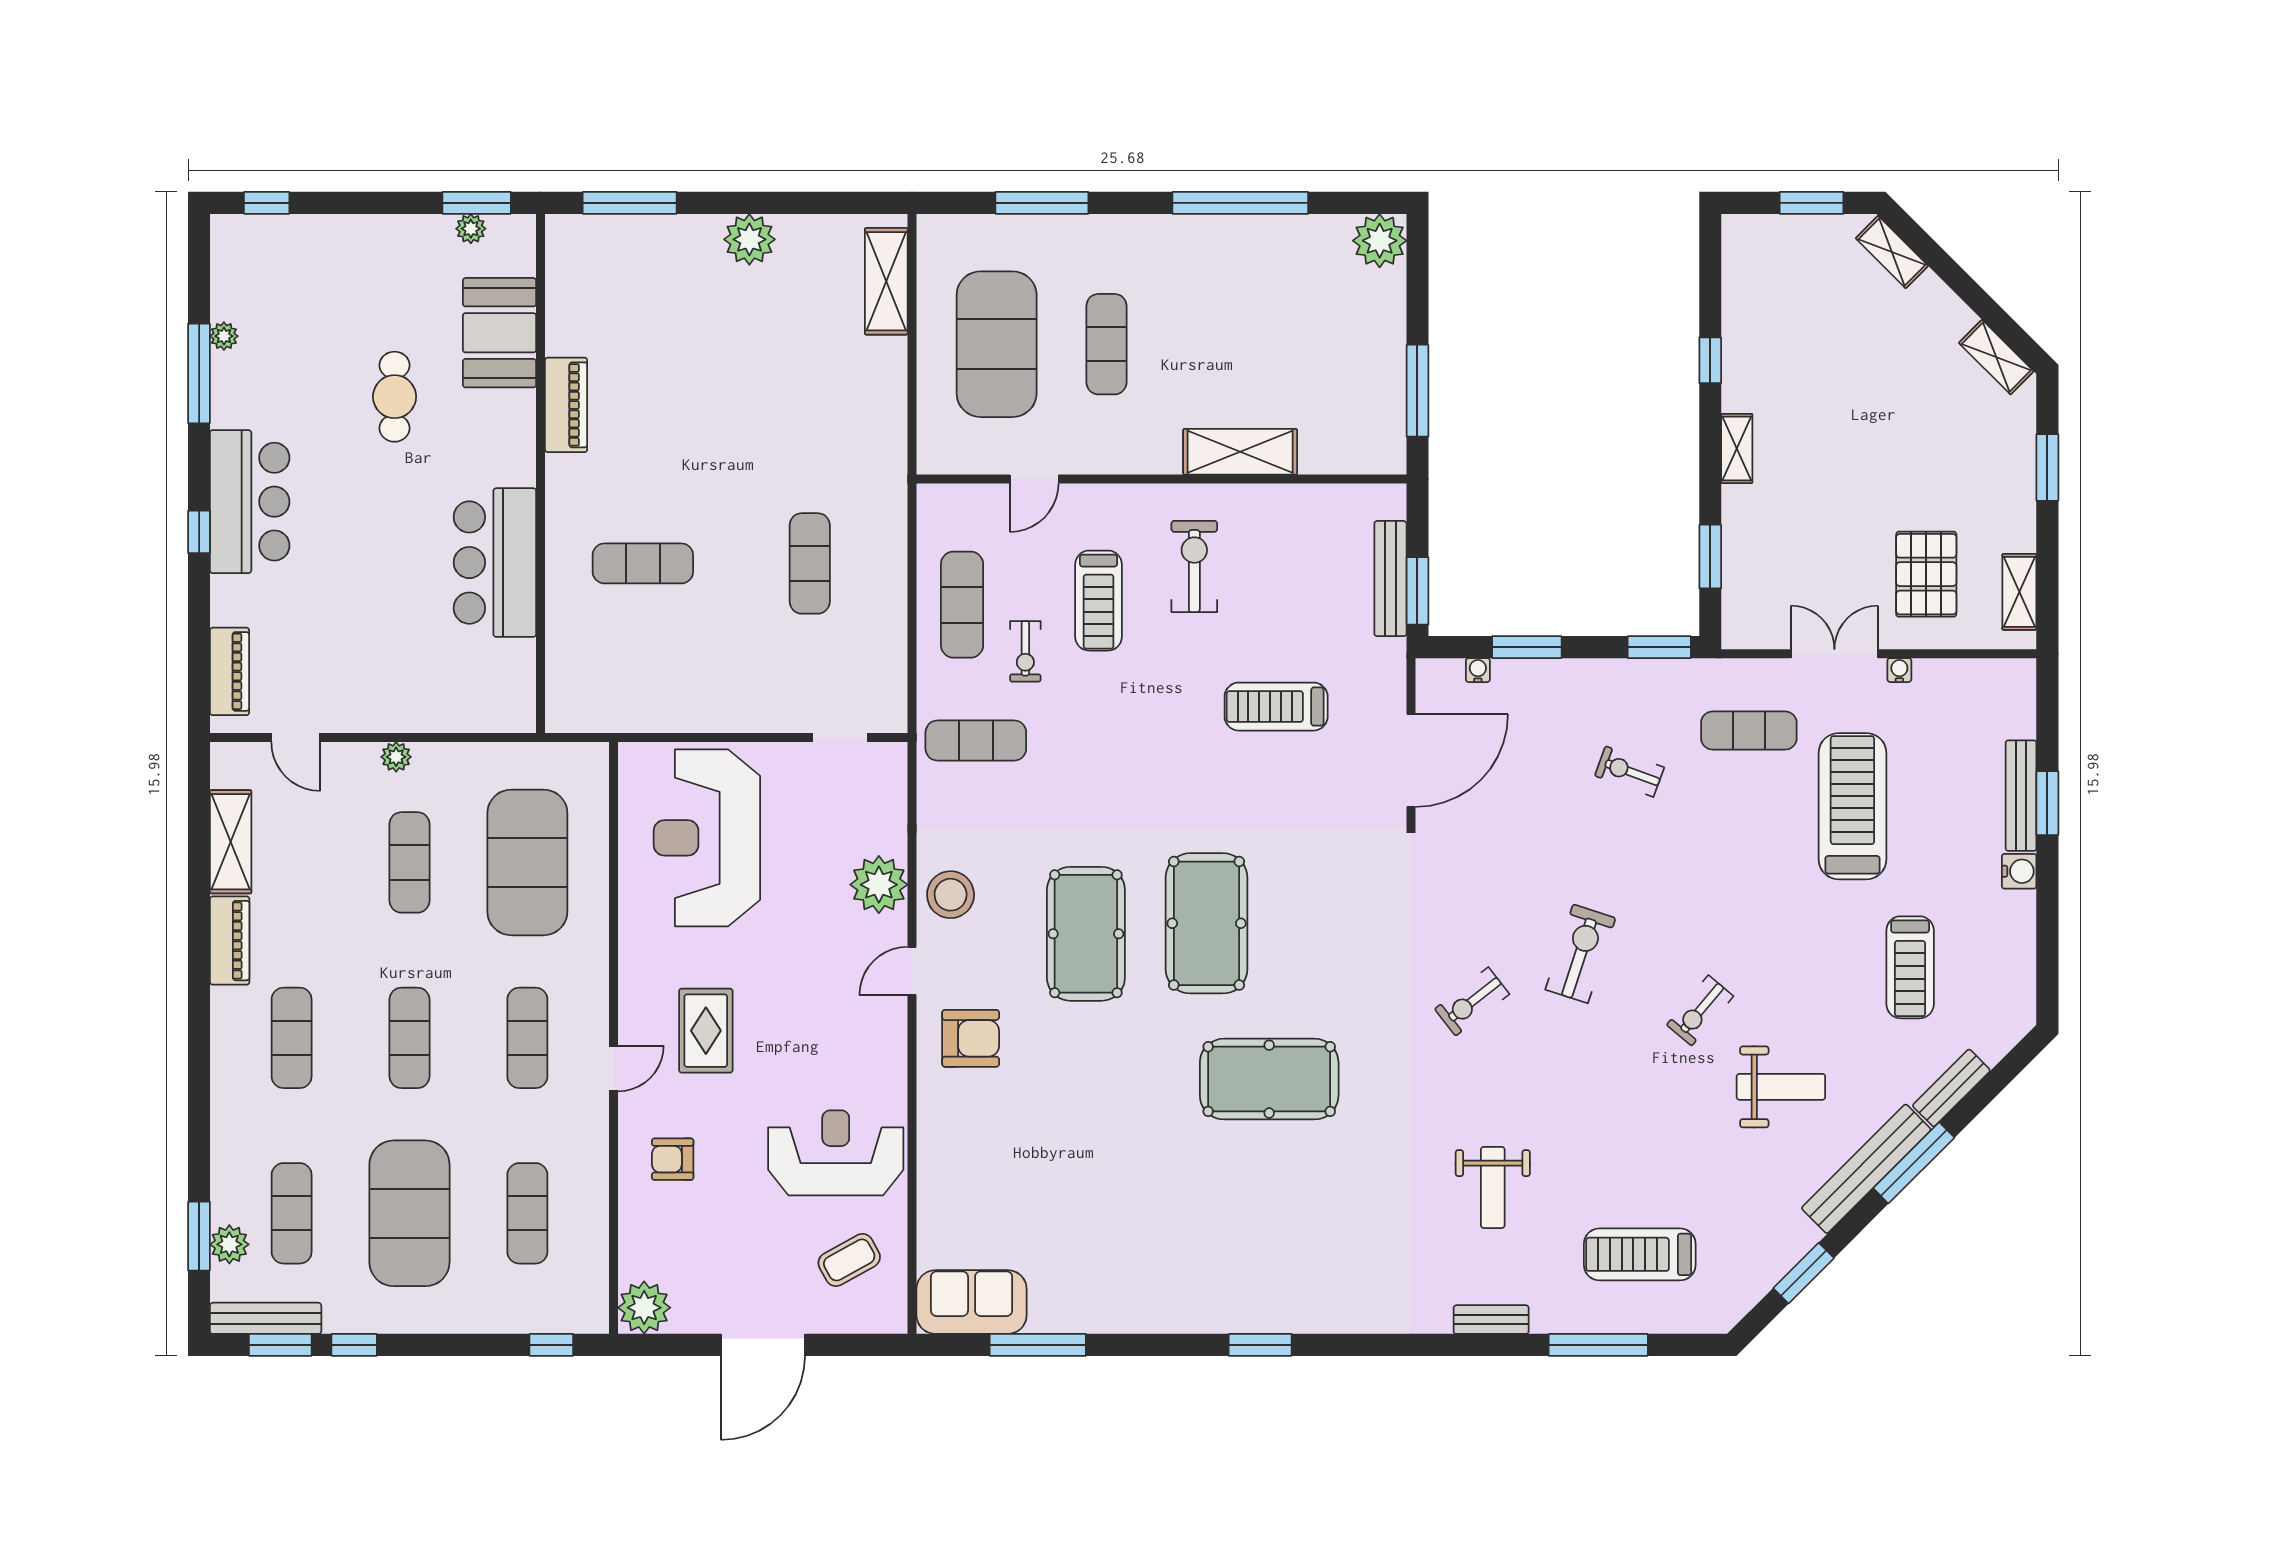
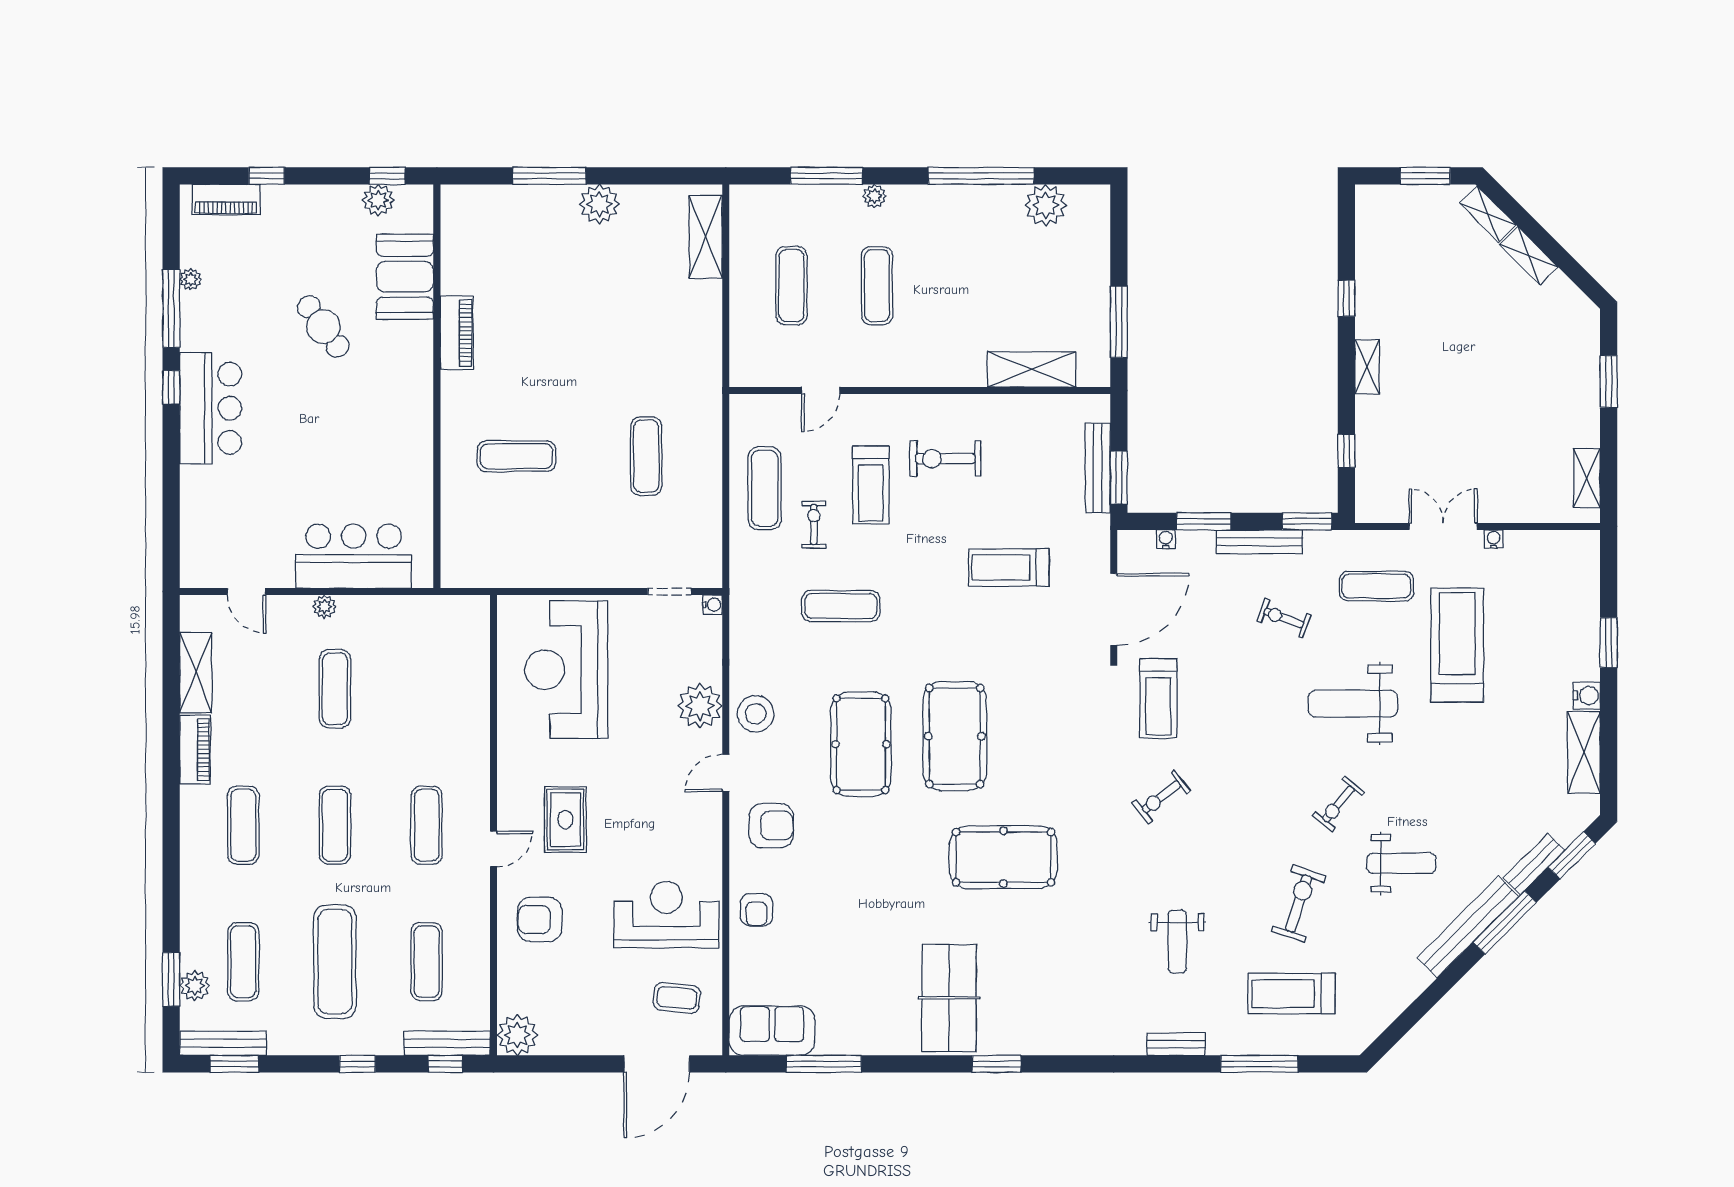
window: (267, 203) -> (267, 176), moved
window: (477, 203) -> (387, 176), width x0.67
window: (630, 203) -> (549, 176), moved
plant: (471, 229) -> (378, 200), width x1.38, depth x1.38
plant: (1103, 229) -> (874, 196), added
plant: (1380, 241) -> (1046, 205), moved
exercise mat: (997, 344) -> (791, 286), width x0.50, depth x0.69
shelving: (1996, 357) -> (1529, 256), moved
cafe table: (395, 397) -> (323, 327), turned -36
shelving: (1240, 452) -> (1032, 369), moved
window: (199, 532) -> (171, 387), moved
window: (1710, 557) -> (1346, 451), width x0.67
bar counter: (495, 563) -> (354, 556), moved, turned 90
exercise bike: (1194, 567) -> (945, 459), turned -90
pallet: (1926, 574) -> (1514, 465), removed
exercise bike: (1025, 651) -> (814, 525), turned 180
piano: (230, 671) -> (226, 200), moved, turned 90
exercise mat: (976, 741) -> (841, 606), moved
water cooler: (895, 754) -> (713, 605), added
bench: (2021, 796) -> (1259, 542), moved, turned 90
exercise mat: (527, 862) -> (427, 689), removed
weight bench: (1719, 882) -> (1353, 704), added
shelving: (2015, 944) -> (1584, 752), added
exercise bike: (1580, 954) -> (1299, 904), moved
treadmill: (1910, 967) -> (1158, 698), moved
armchair: (952, 1147) -> (757, 910), added
armchair: (673, 1159) -> (540, 920), width x1.38, depth x1.38
exercise mat: (409, 1213) -> (335, 962), width x0.68
coffee table: (849, 1260) -> (677, 998), turned 35
table tennis table: (1199, 1260) -> (949, 998), added
window: (1804, 1273) -> (1572, 855), moved
bench: (554, 1318) -> (447, 1043), added
window: (354, 1345) -> (357, 1064), moved
door: (763, 1345) -> (657, 1064), moved

